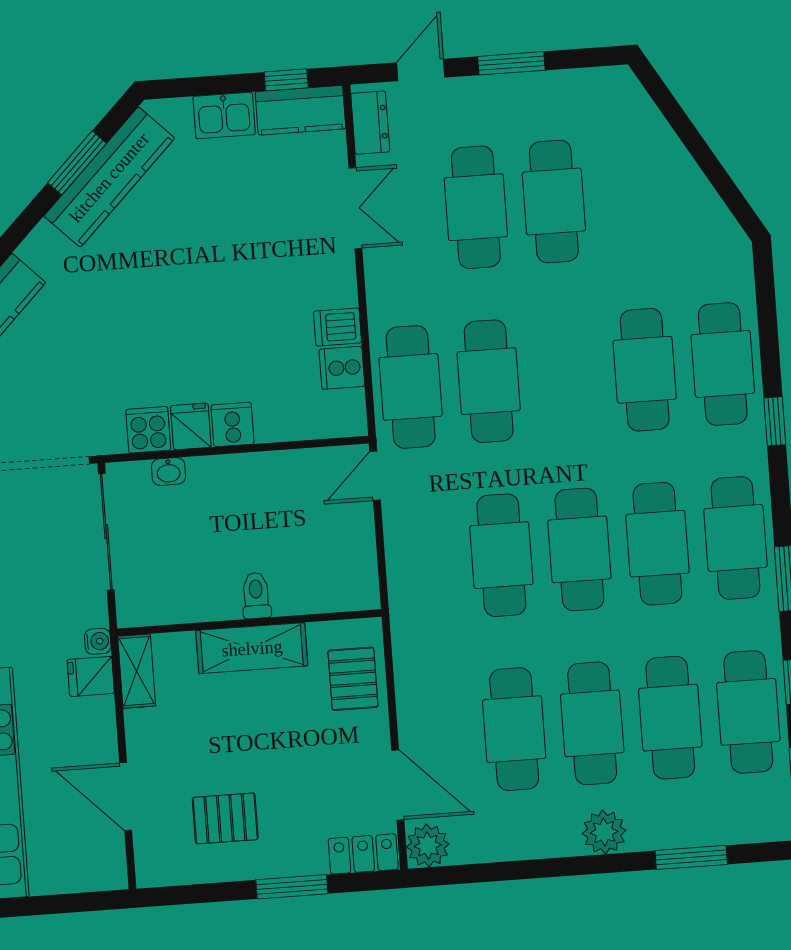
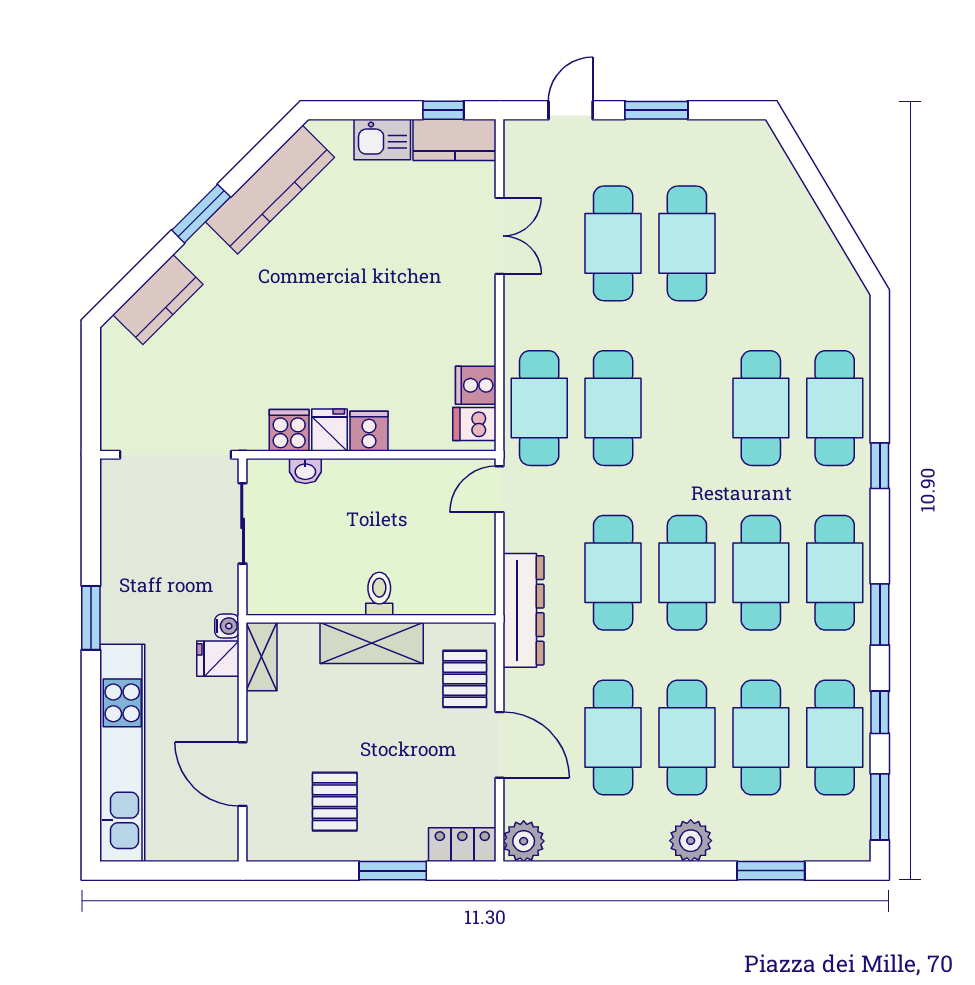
dresser: (370, 123) -> (523, 610), moved, width x1.96, depth x1.24
window: (77, 163) -> (201, 214), moved
dishwasher: (337, 327) -> (474, 424), moved
sliding door: (106, 532) -> (243, 523), width x0.73
door: (398, 785) -> (500, 745), moved
pallet: (225, 818) -> (335, 802), turned 90

